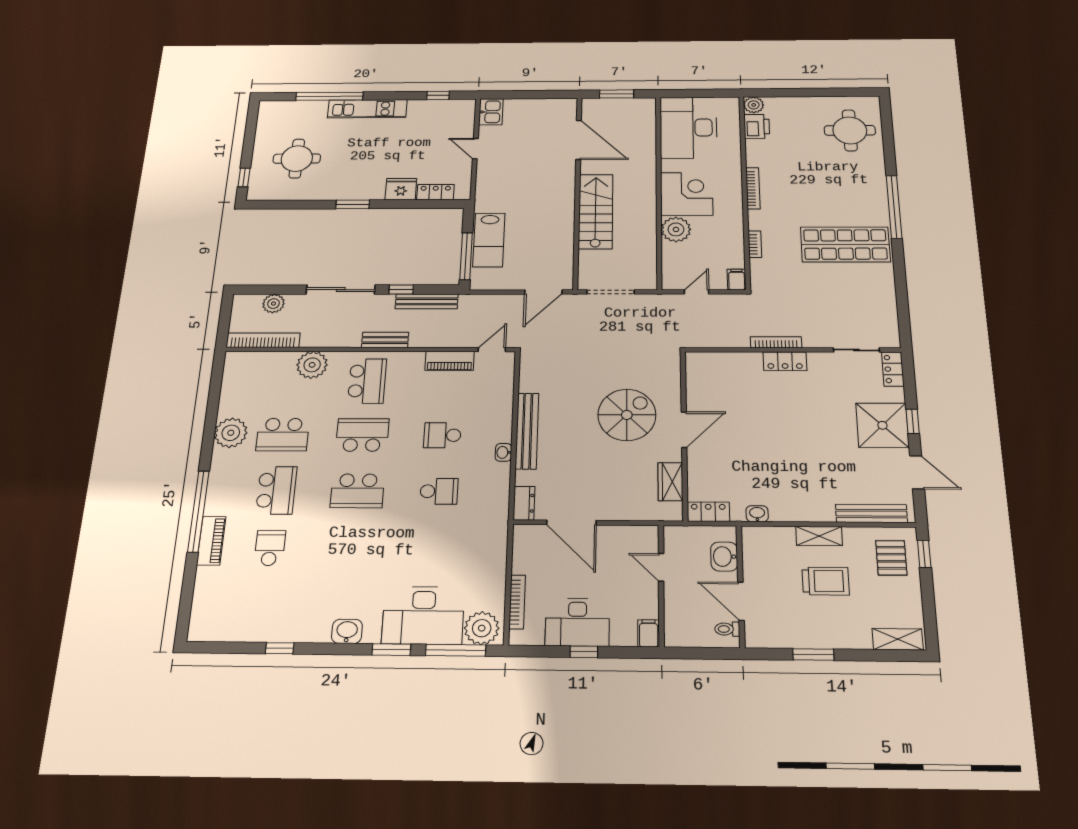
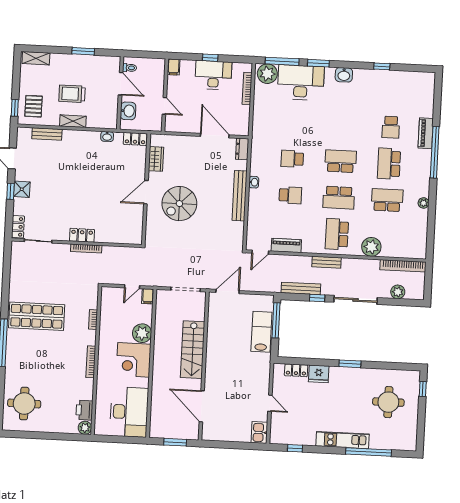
filing cabinet: (737, 280) -> (148, 296), moved
shower: (882, 425) -> (22, 189), width x0.54, depth x0.54
plant: (231, 433) -> (424, 203), width x0.53, depth x0.53
bench: (871, 514) -> (47, 134), width x0.73

